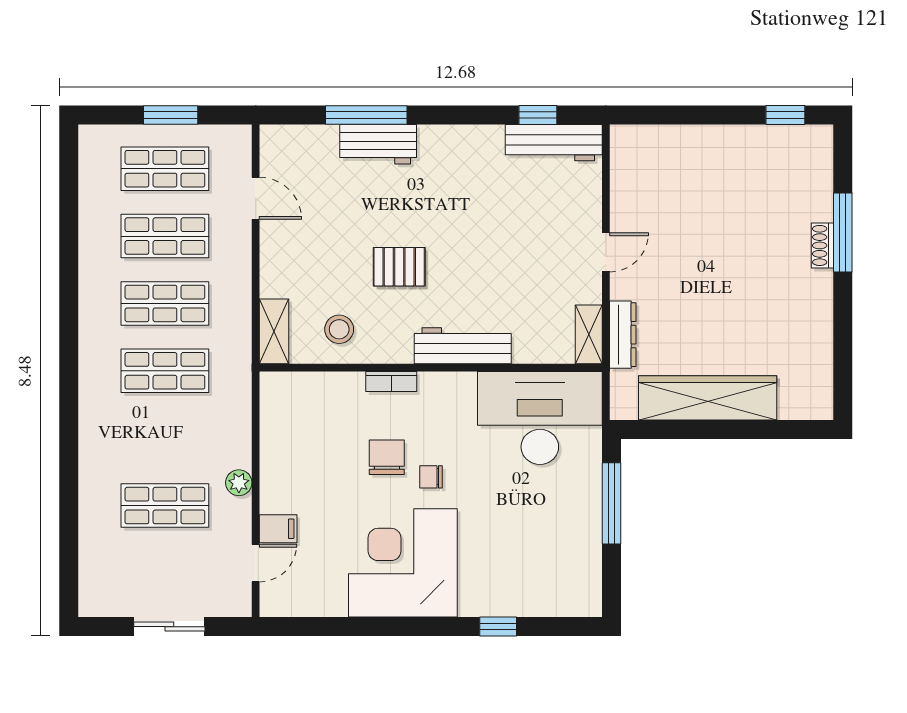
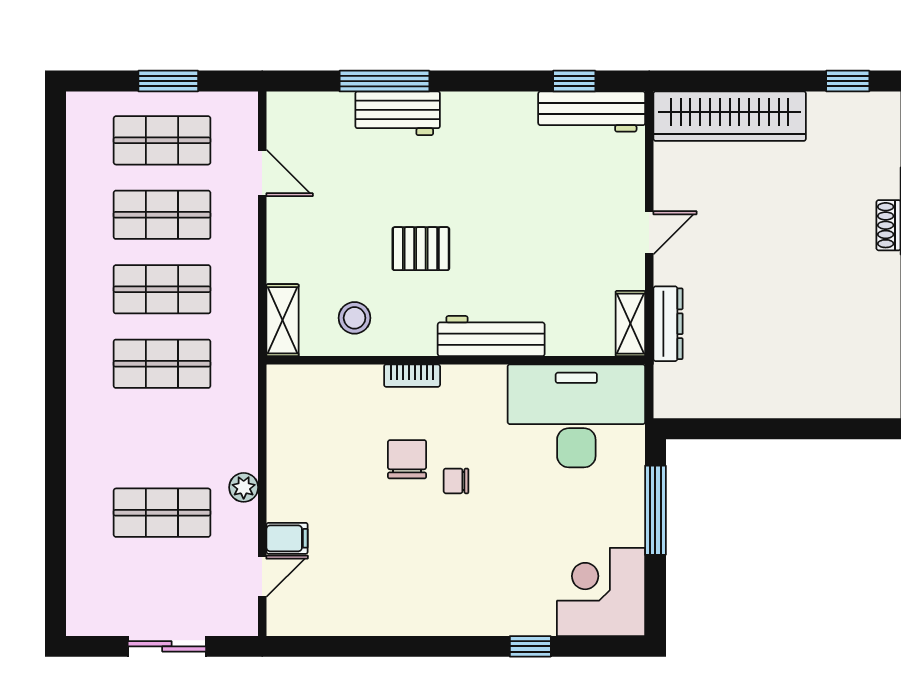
wardrobe: (708, 398) -> (730, 116), moved, turned 180
corner desk: (403, 563) -> (601, 592), moved, width x0.74, depth x0.74

